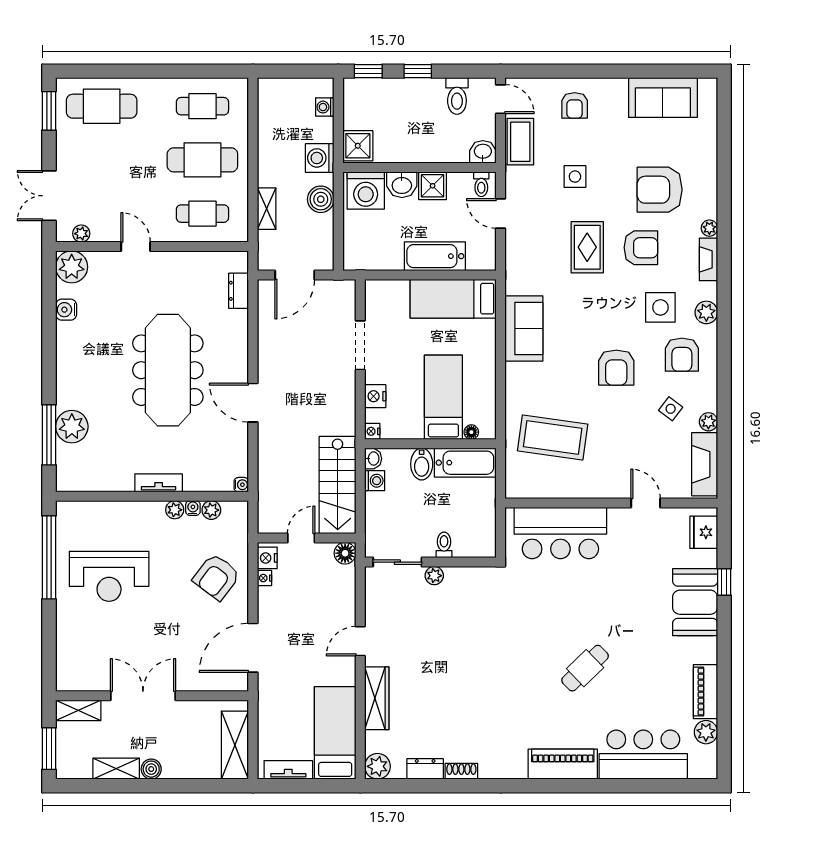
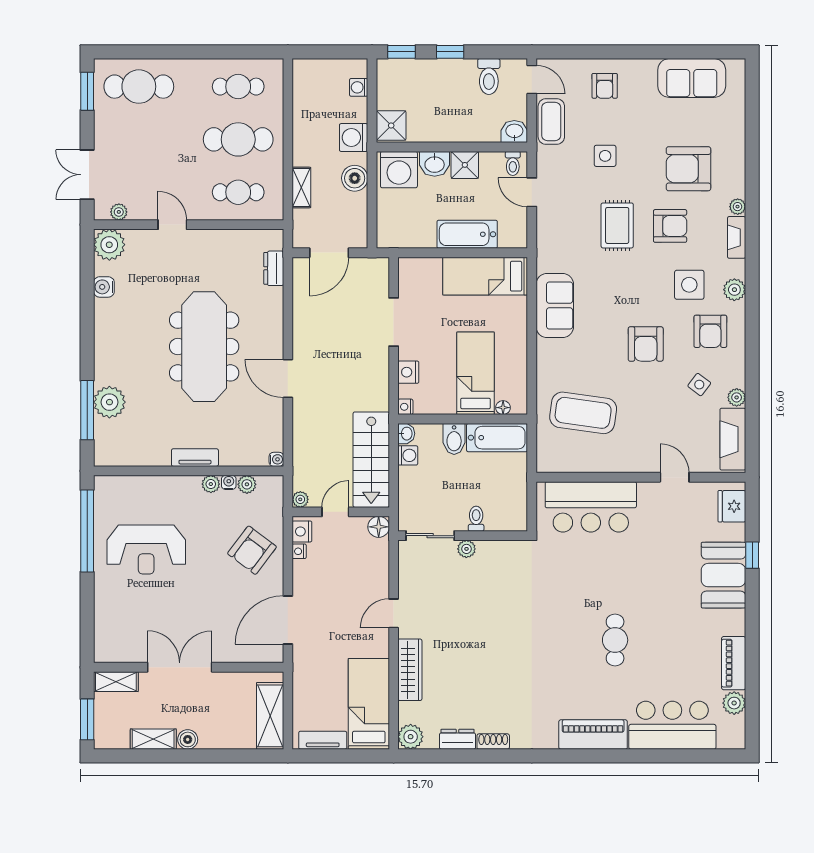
plant: (266, 525) -> (300, 499), added
cafe table: (585, 668) -> (615, 640), turned -46

